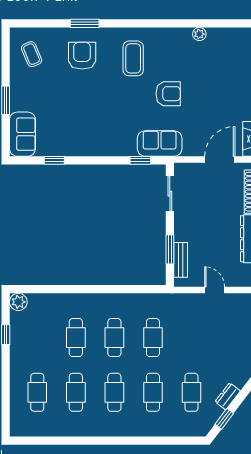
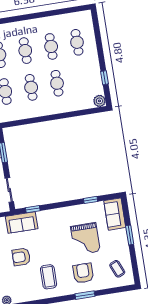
armchair: (82, 56) -> (83, 273), turned 180
grand piano: (71, 105) -> (85, 239), added

